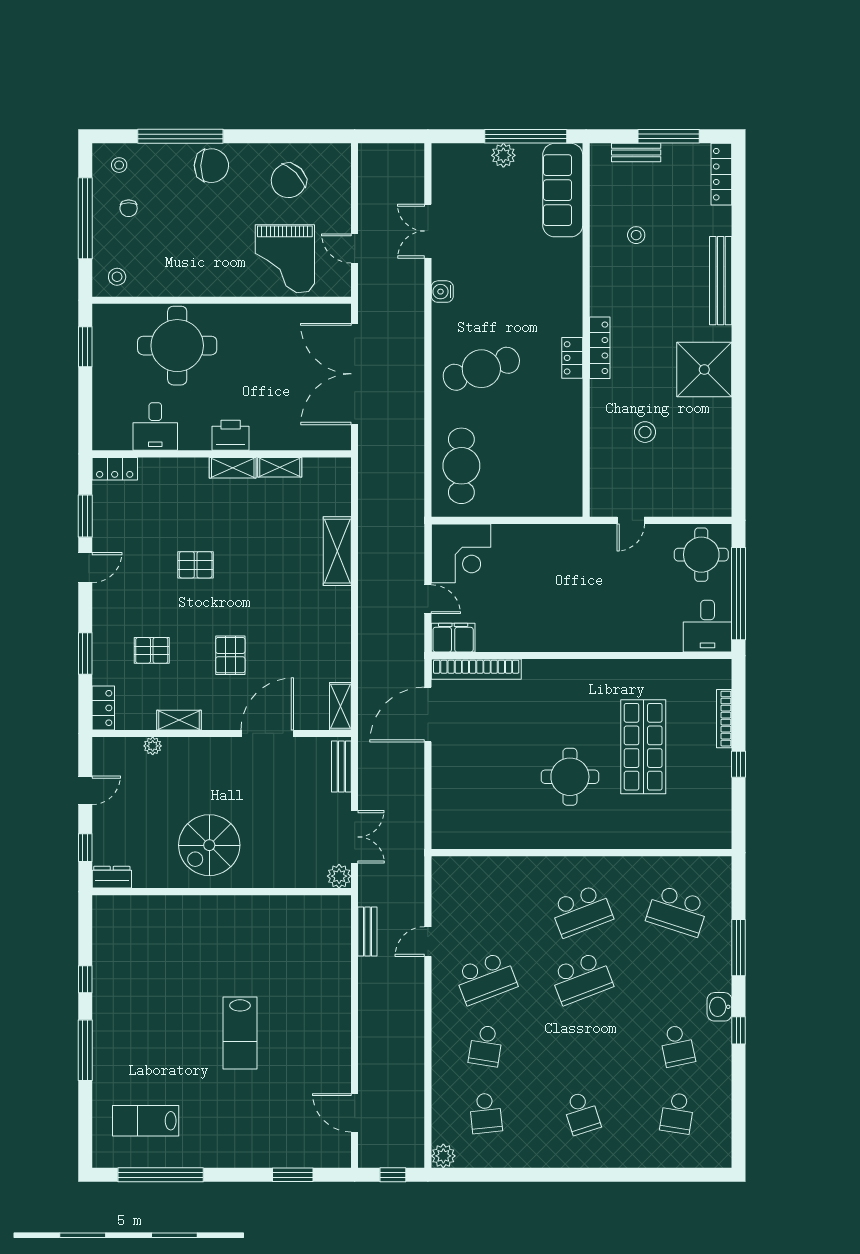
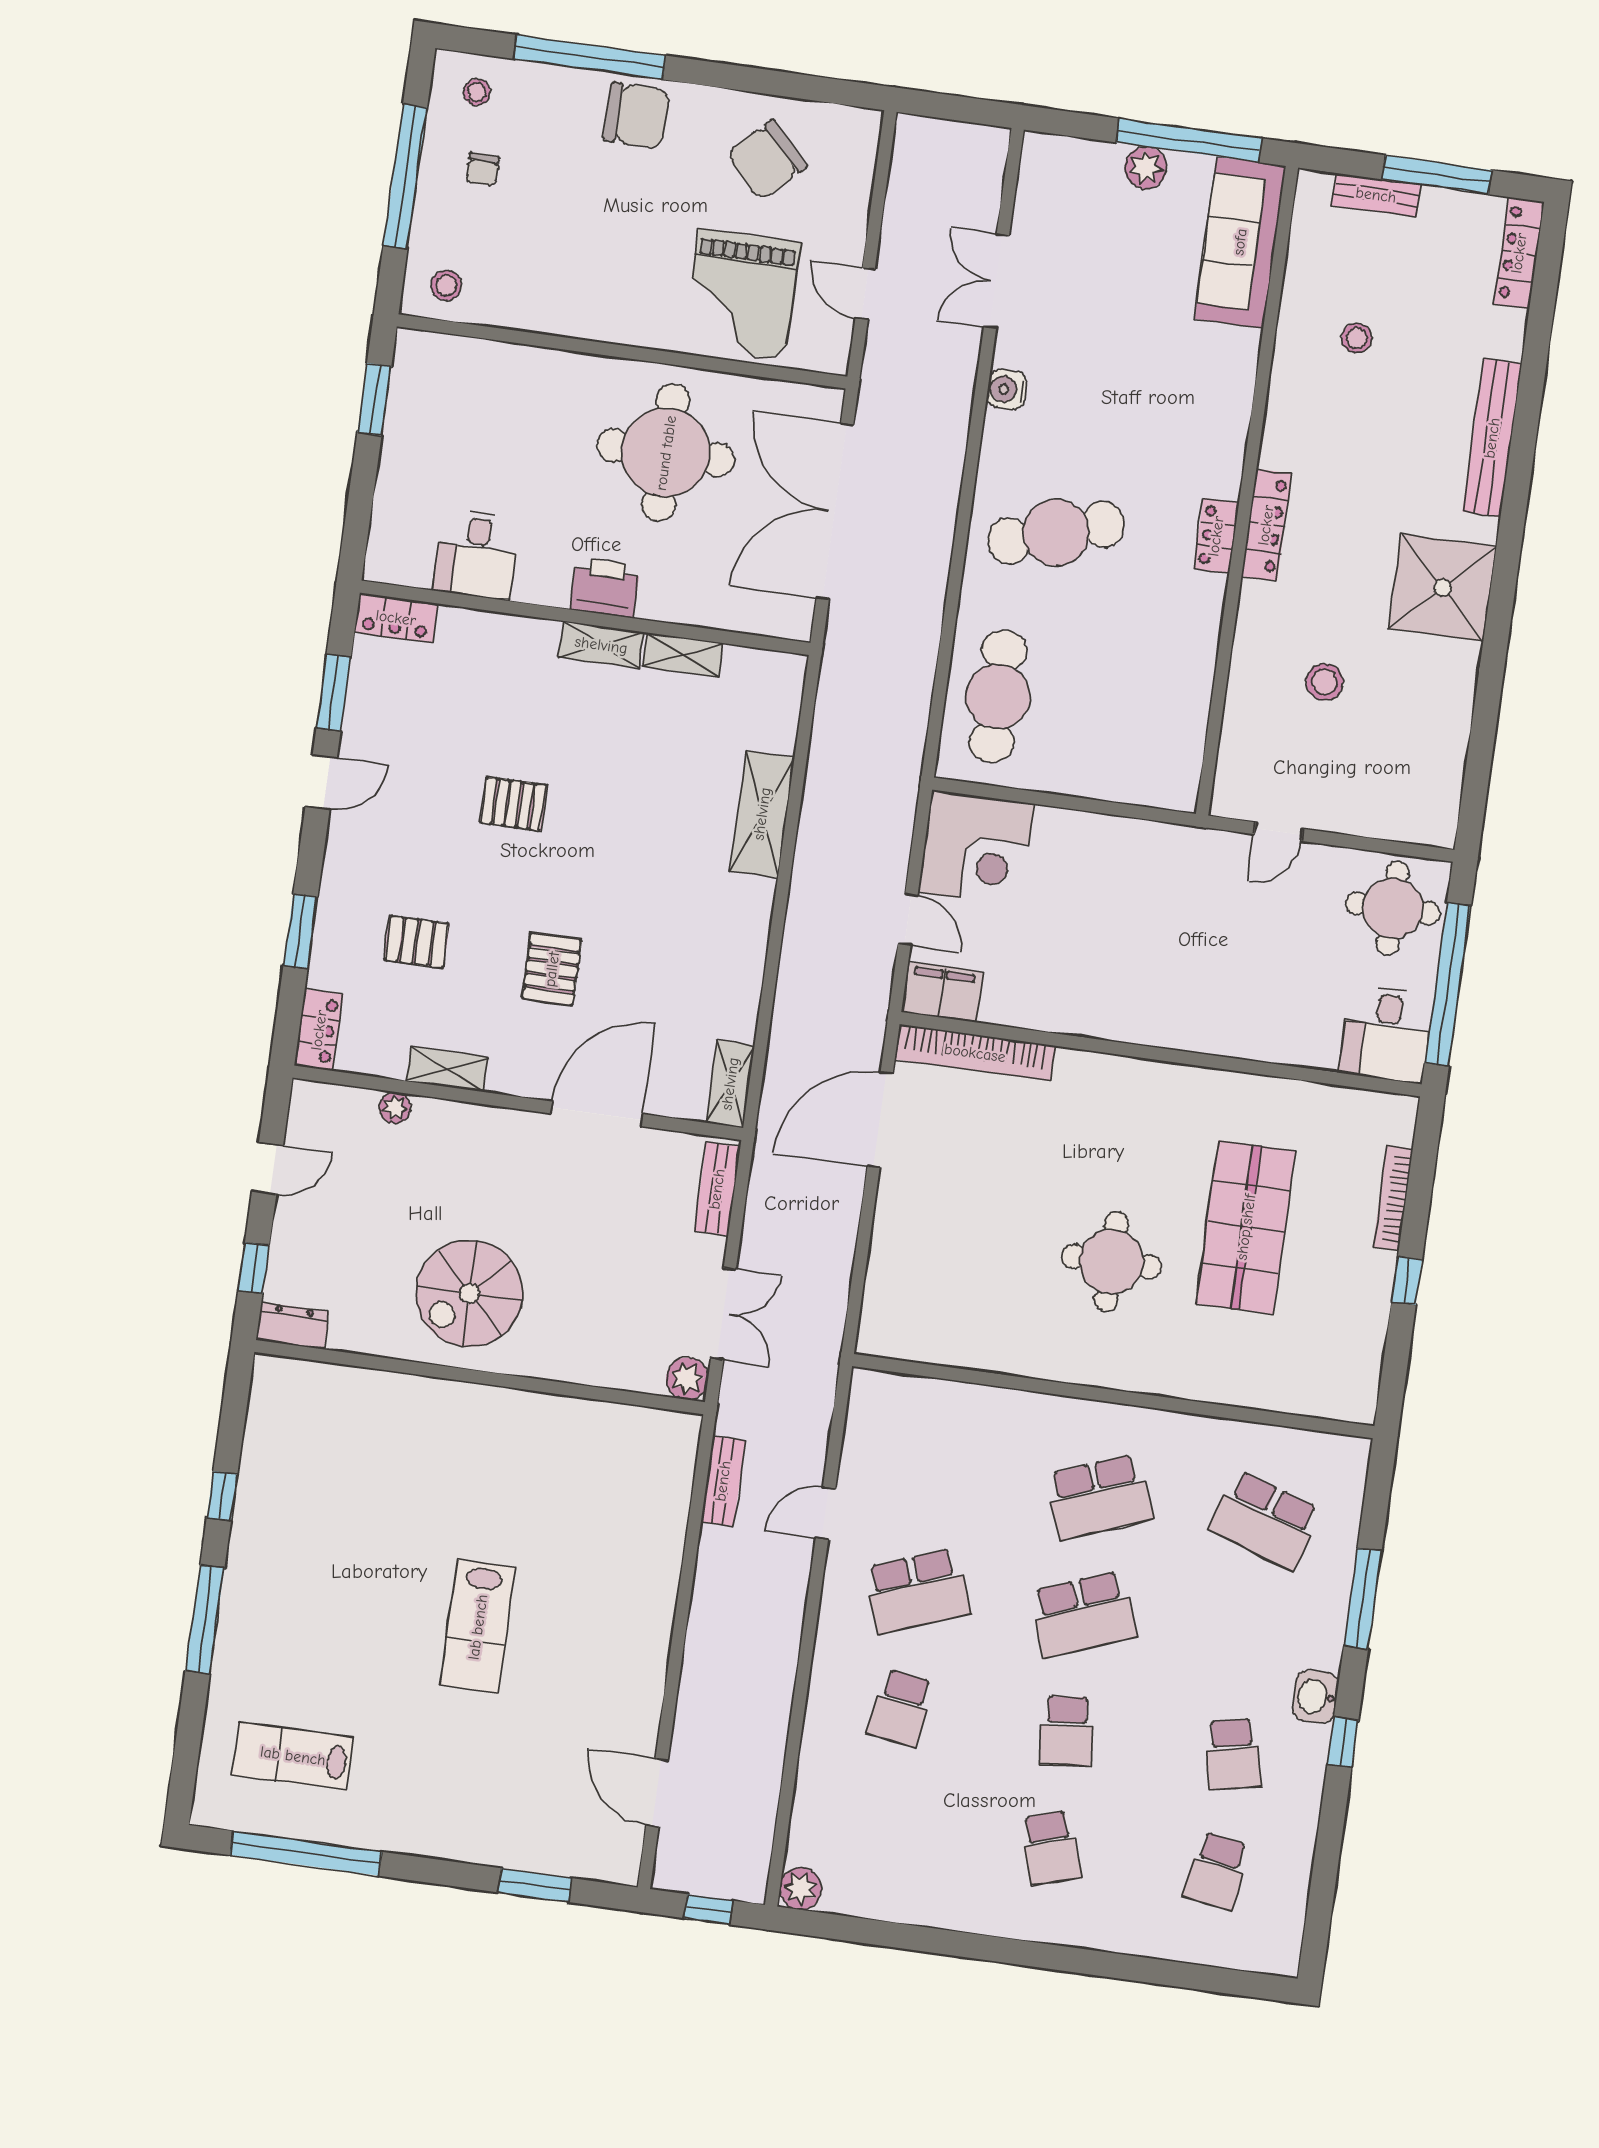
round table: (177, 346) -> (666, 453), moved
school desk: (486, 1113) -> (1067, 1731), moved

